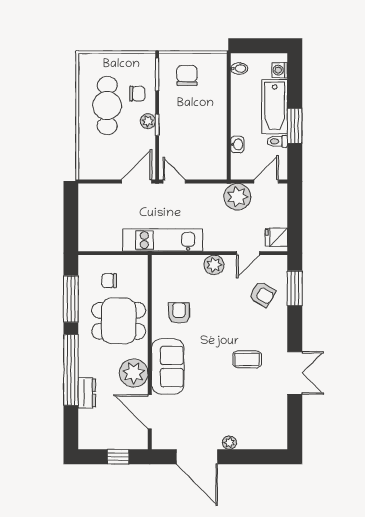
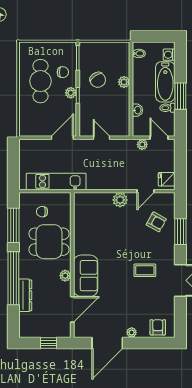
chair: (187, 76) -> (98, 80), moved, turned 146
plant: (219, 107) -> (124, 82), added
door: (174, 182) -> (102, 138), moved
door: (266, 182) -> (159, 138), hinge flipped
plant: (237, 197) -> (142, 144), width x0.53, depth x0.53
kitchen unit: (163, 240) -> (56, 181), moved
window: (295, 288) -> (180, 232), moved
armchair: (179, 313) -> (158, 327), moved
plant: (134, 373) -> (65, 276), width x0.53, depth x0.53
dresser: (87, 393) -> (25, 295), width x1.44
door: (150, 412) -> (72, 309), swing flipped
door: (197, 457) -> (107, 343), hinge flipped

